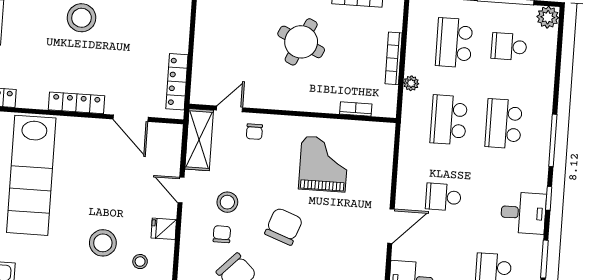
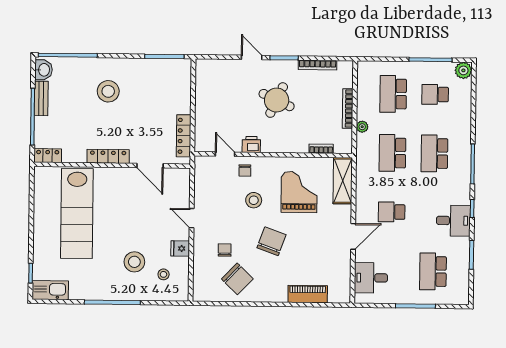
printer: (265, 98) -> (251, 145), added
door: (230, 109) -> (225, 154), hinge flipped
shelving: (199, 140) -> (343, 181), moved
stool: (227, 202) -> (254, 200), moved

